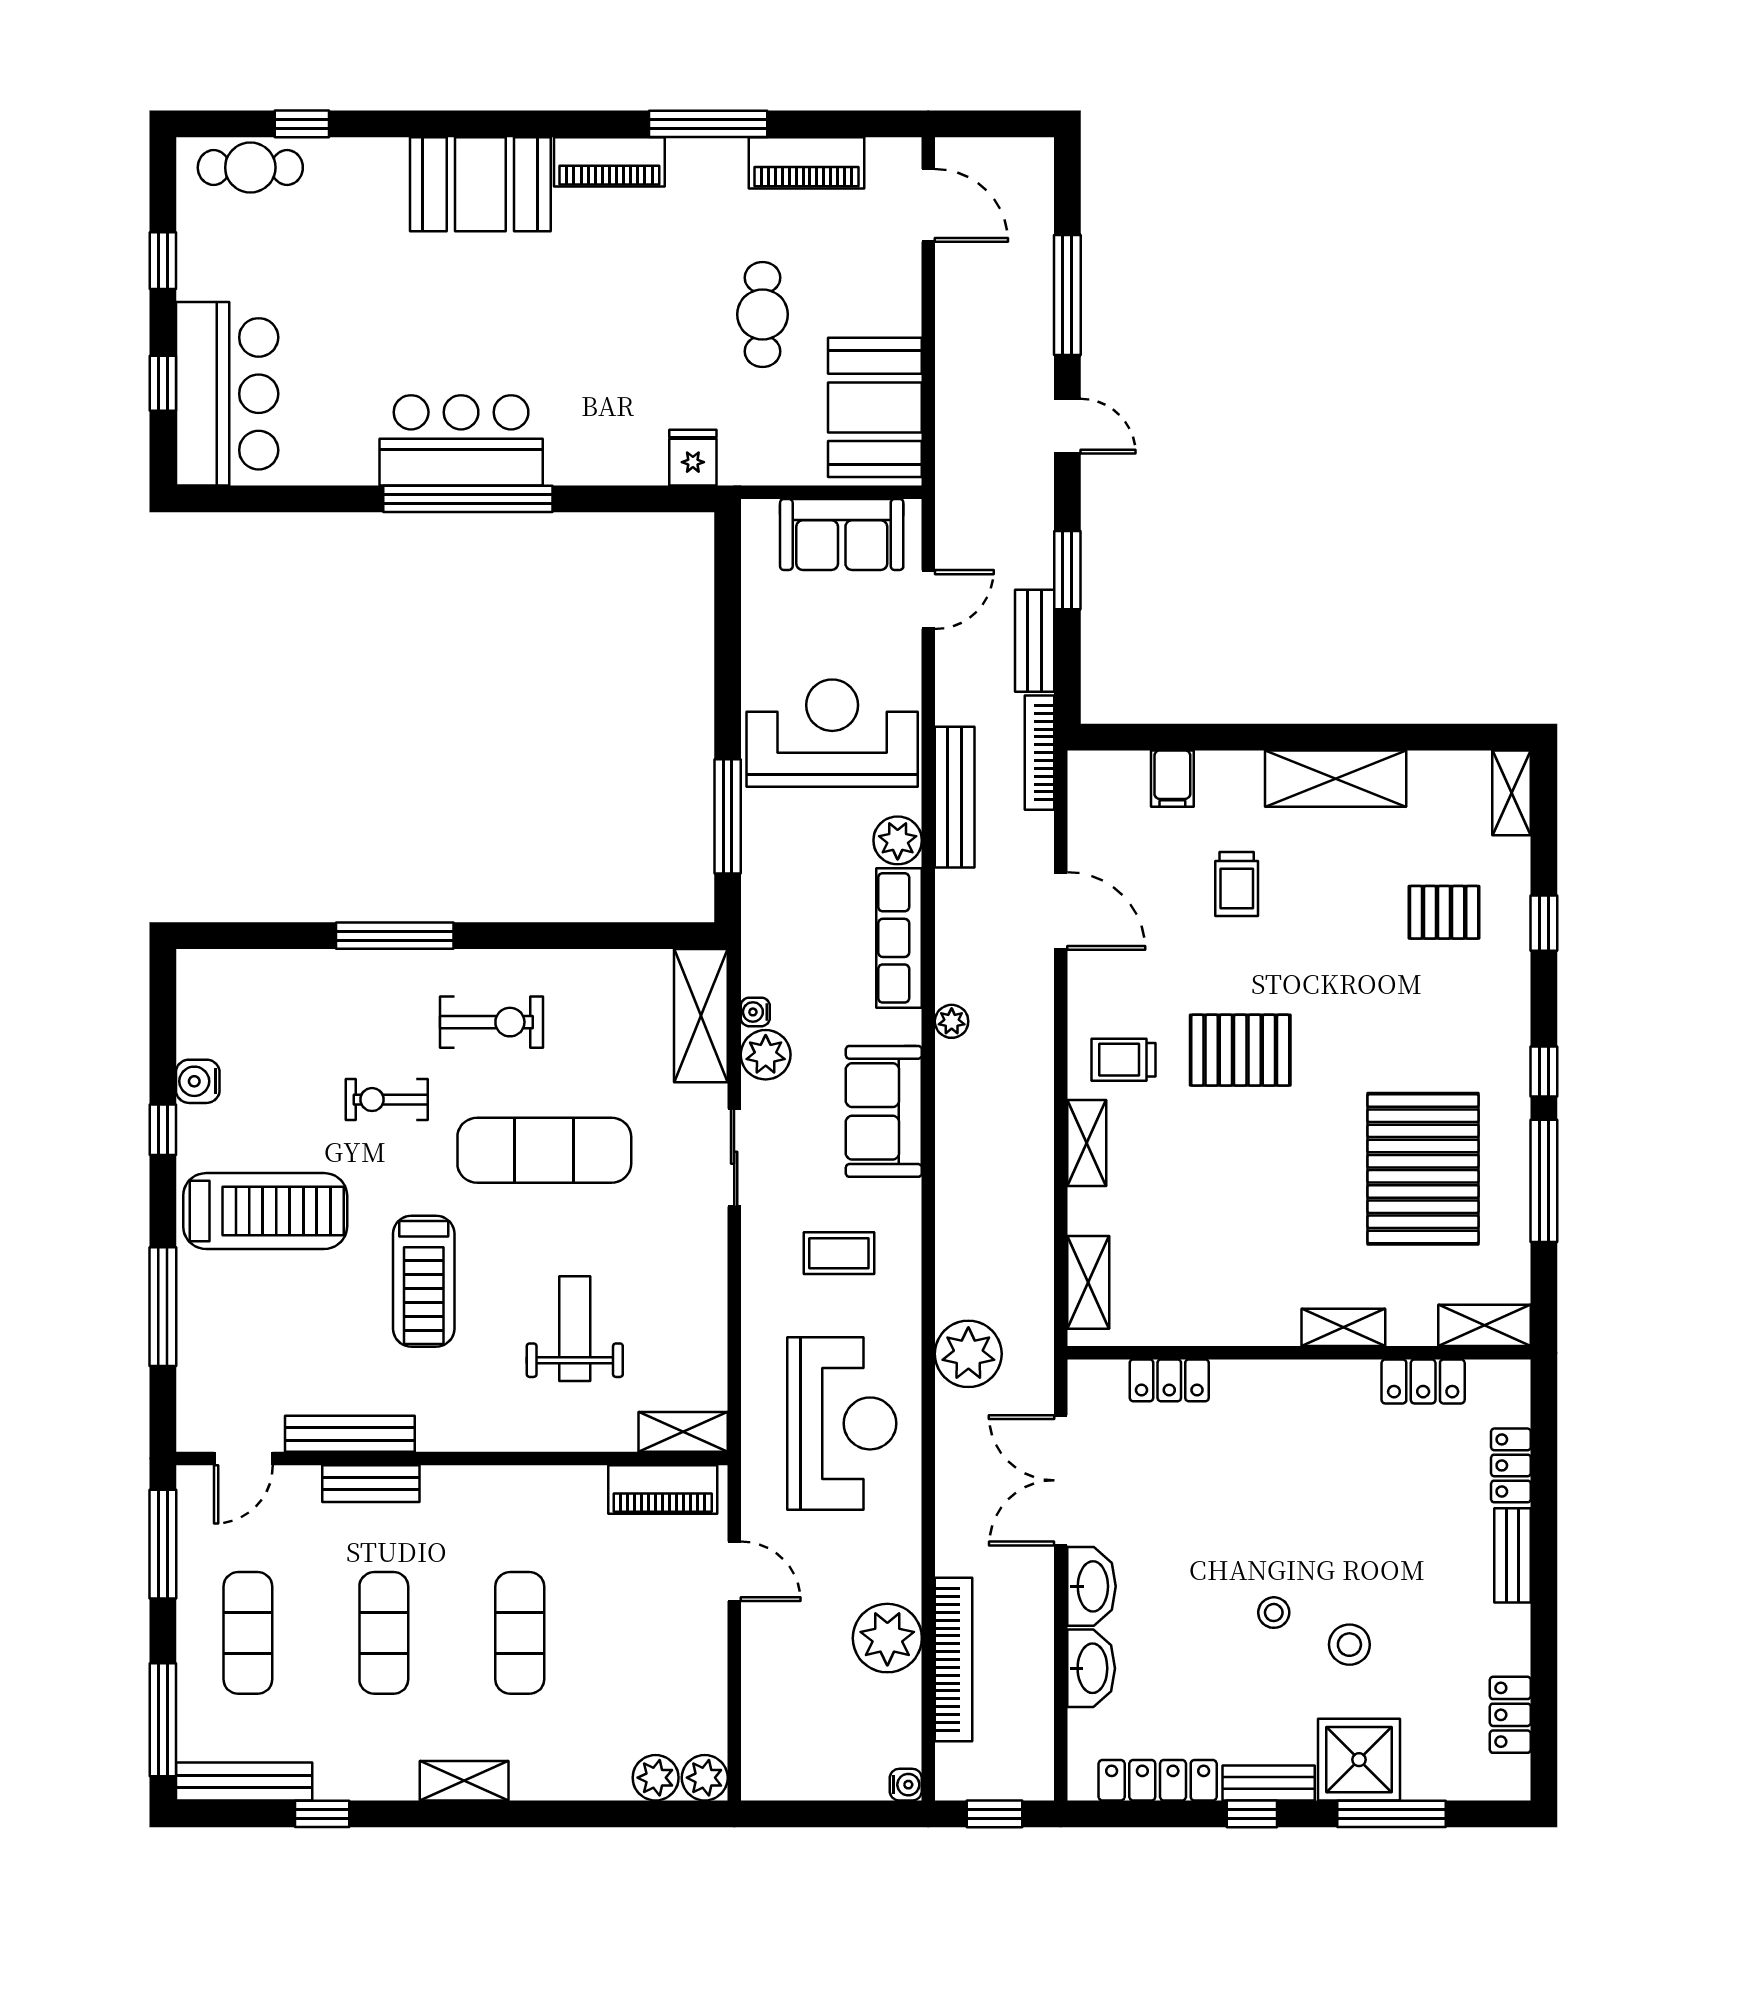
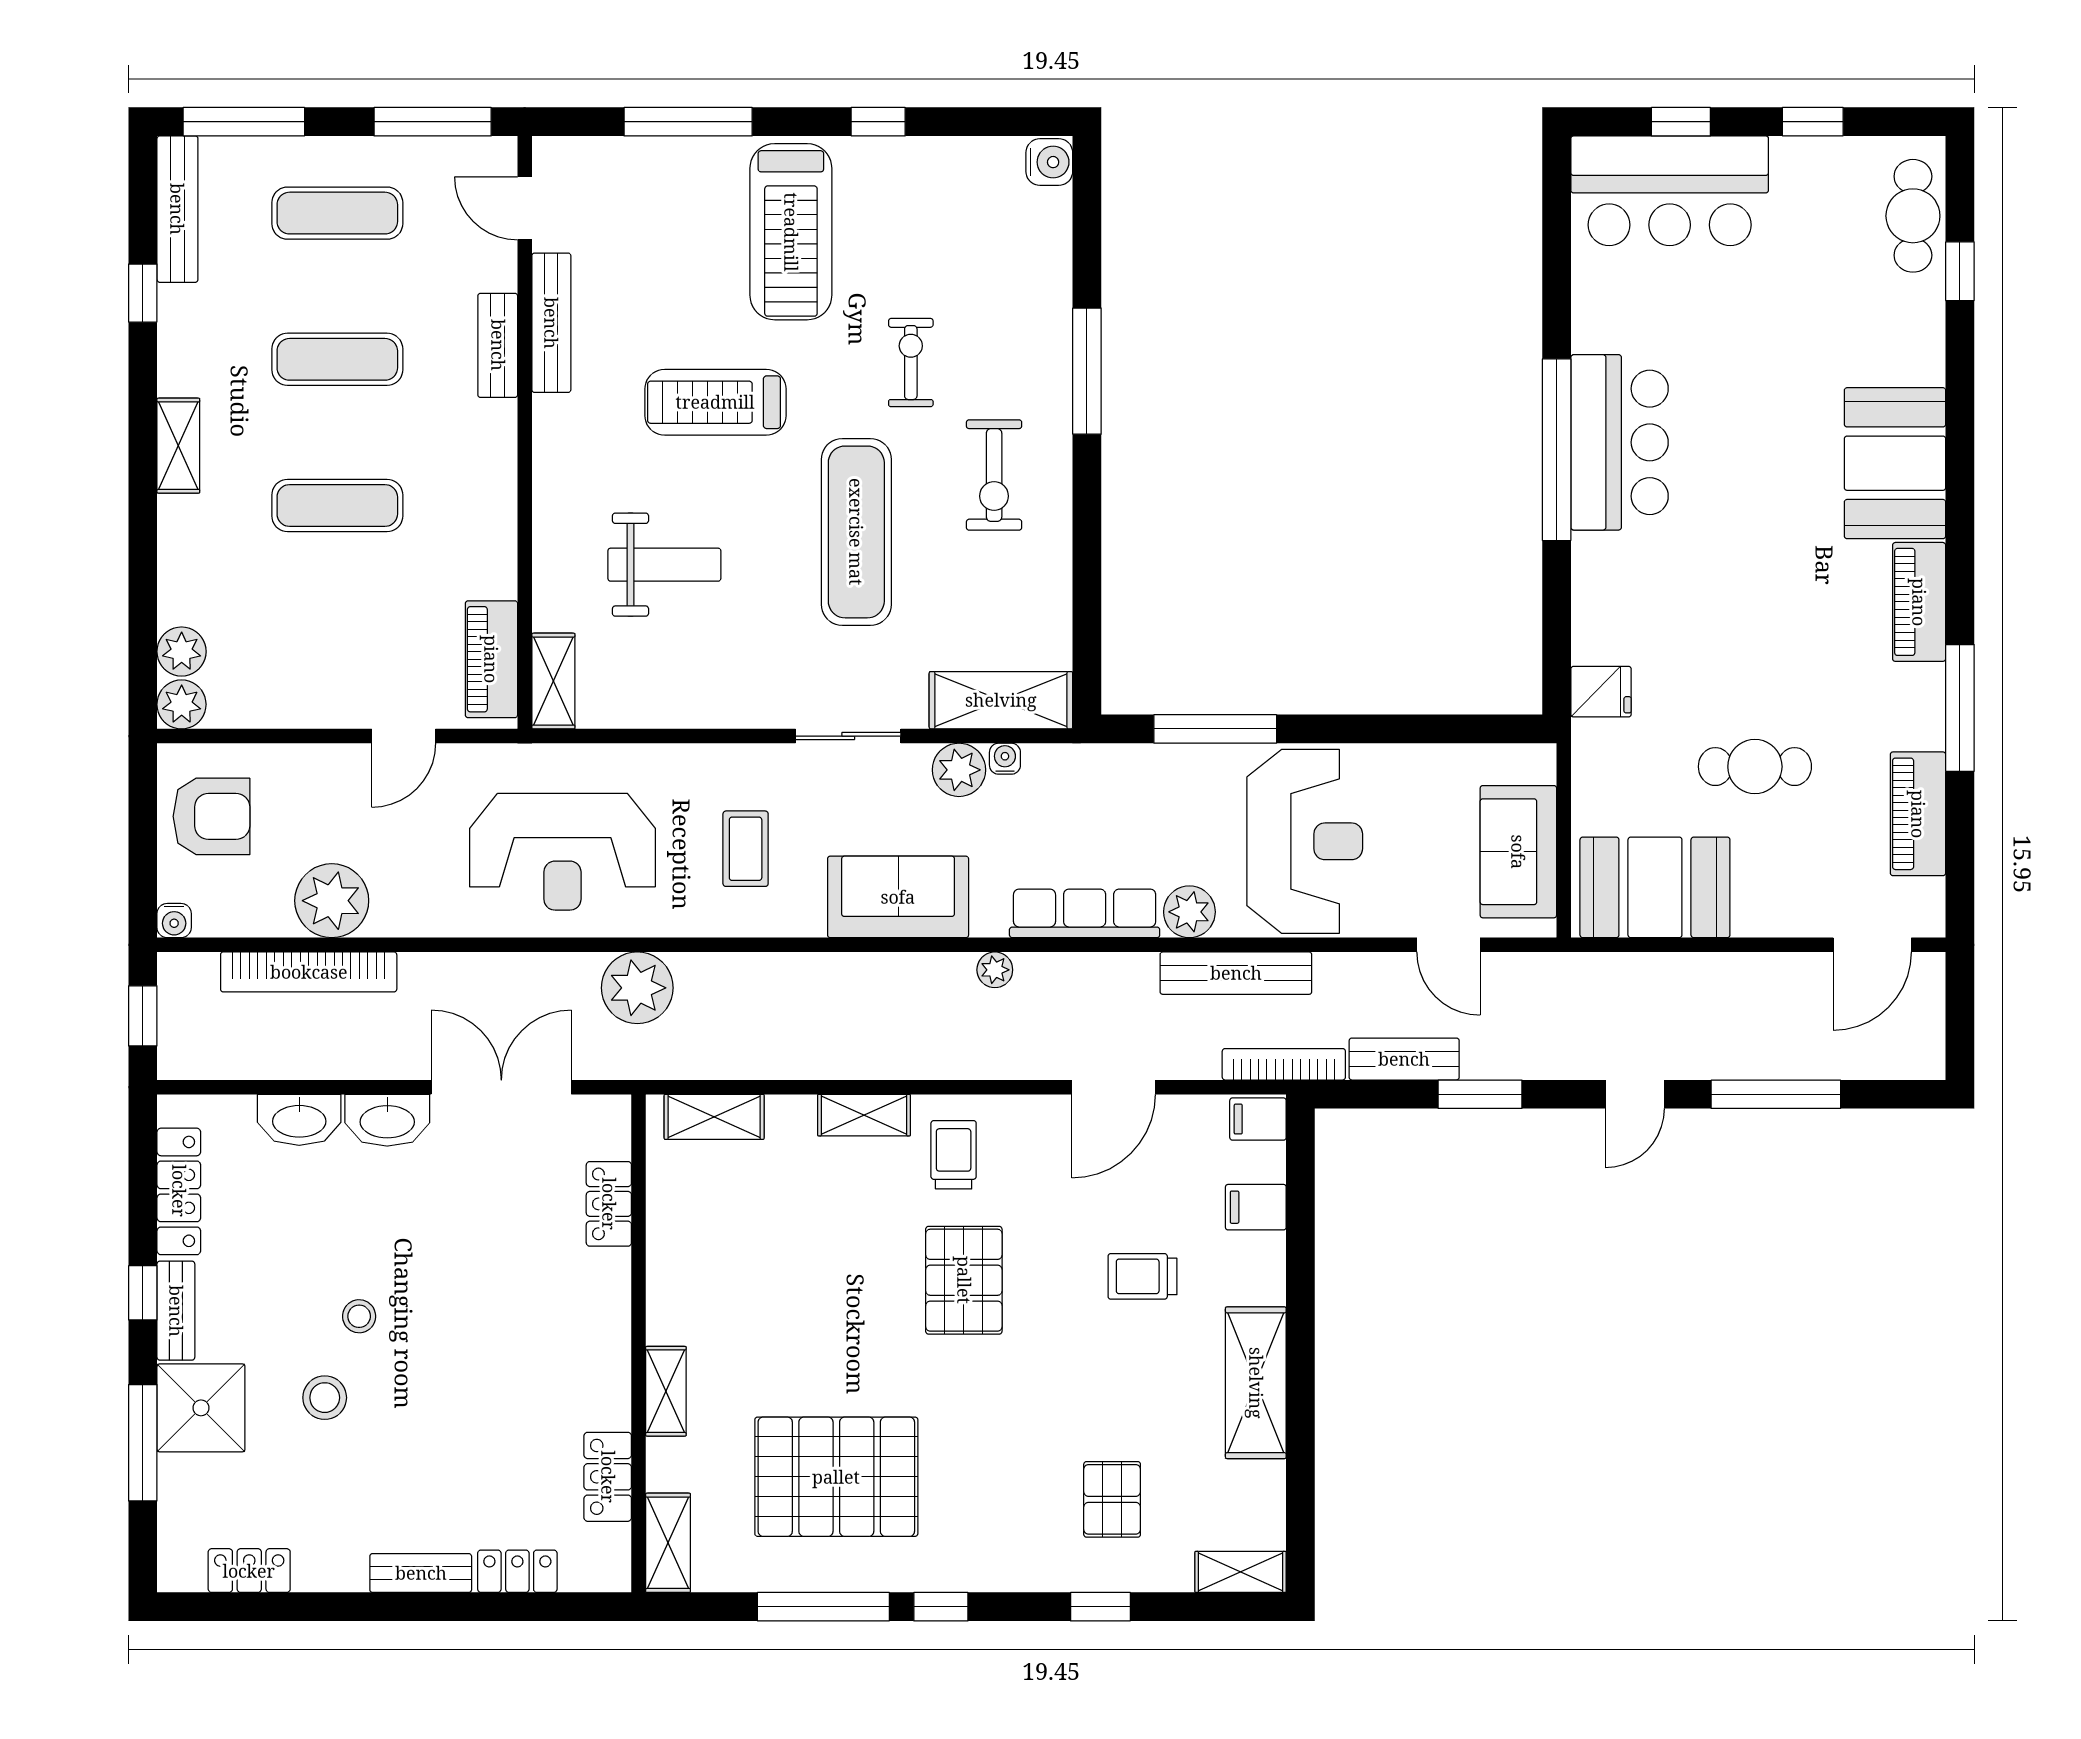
filing cabinet: (1090, 777) -> (1258, 1119), added
water cooler: (198, 1081) -> (1049, 162), moved, turned 90
armchair: (809, 1750) -> (211, 816), added

